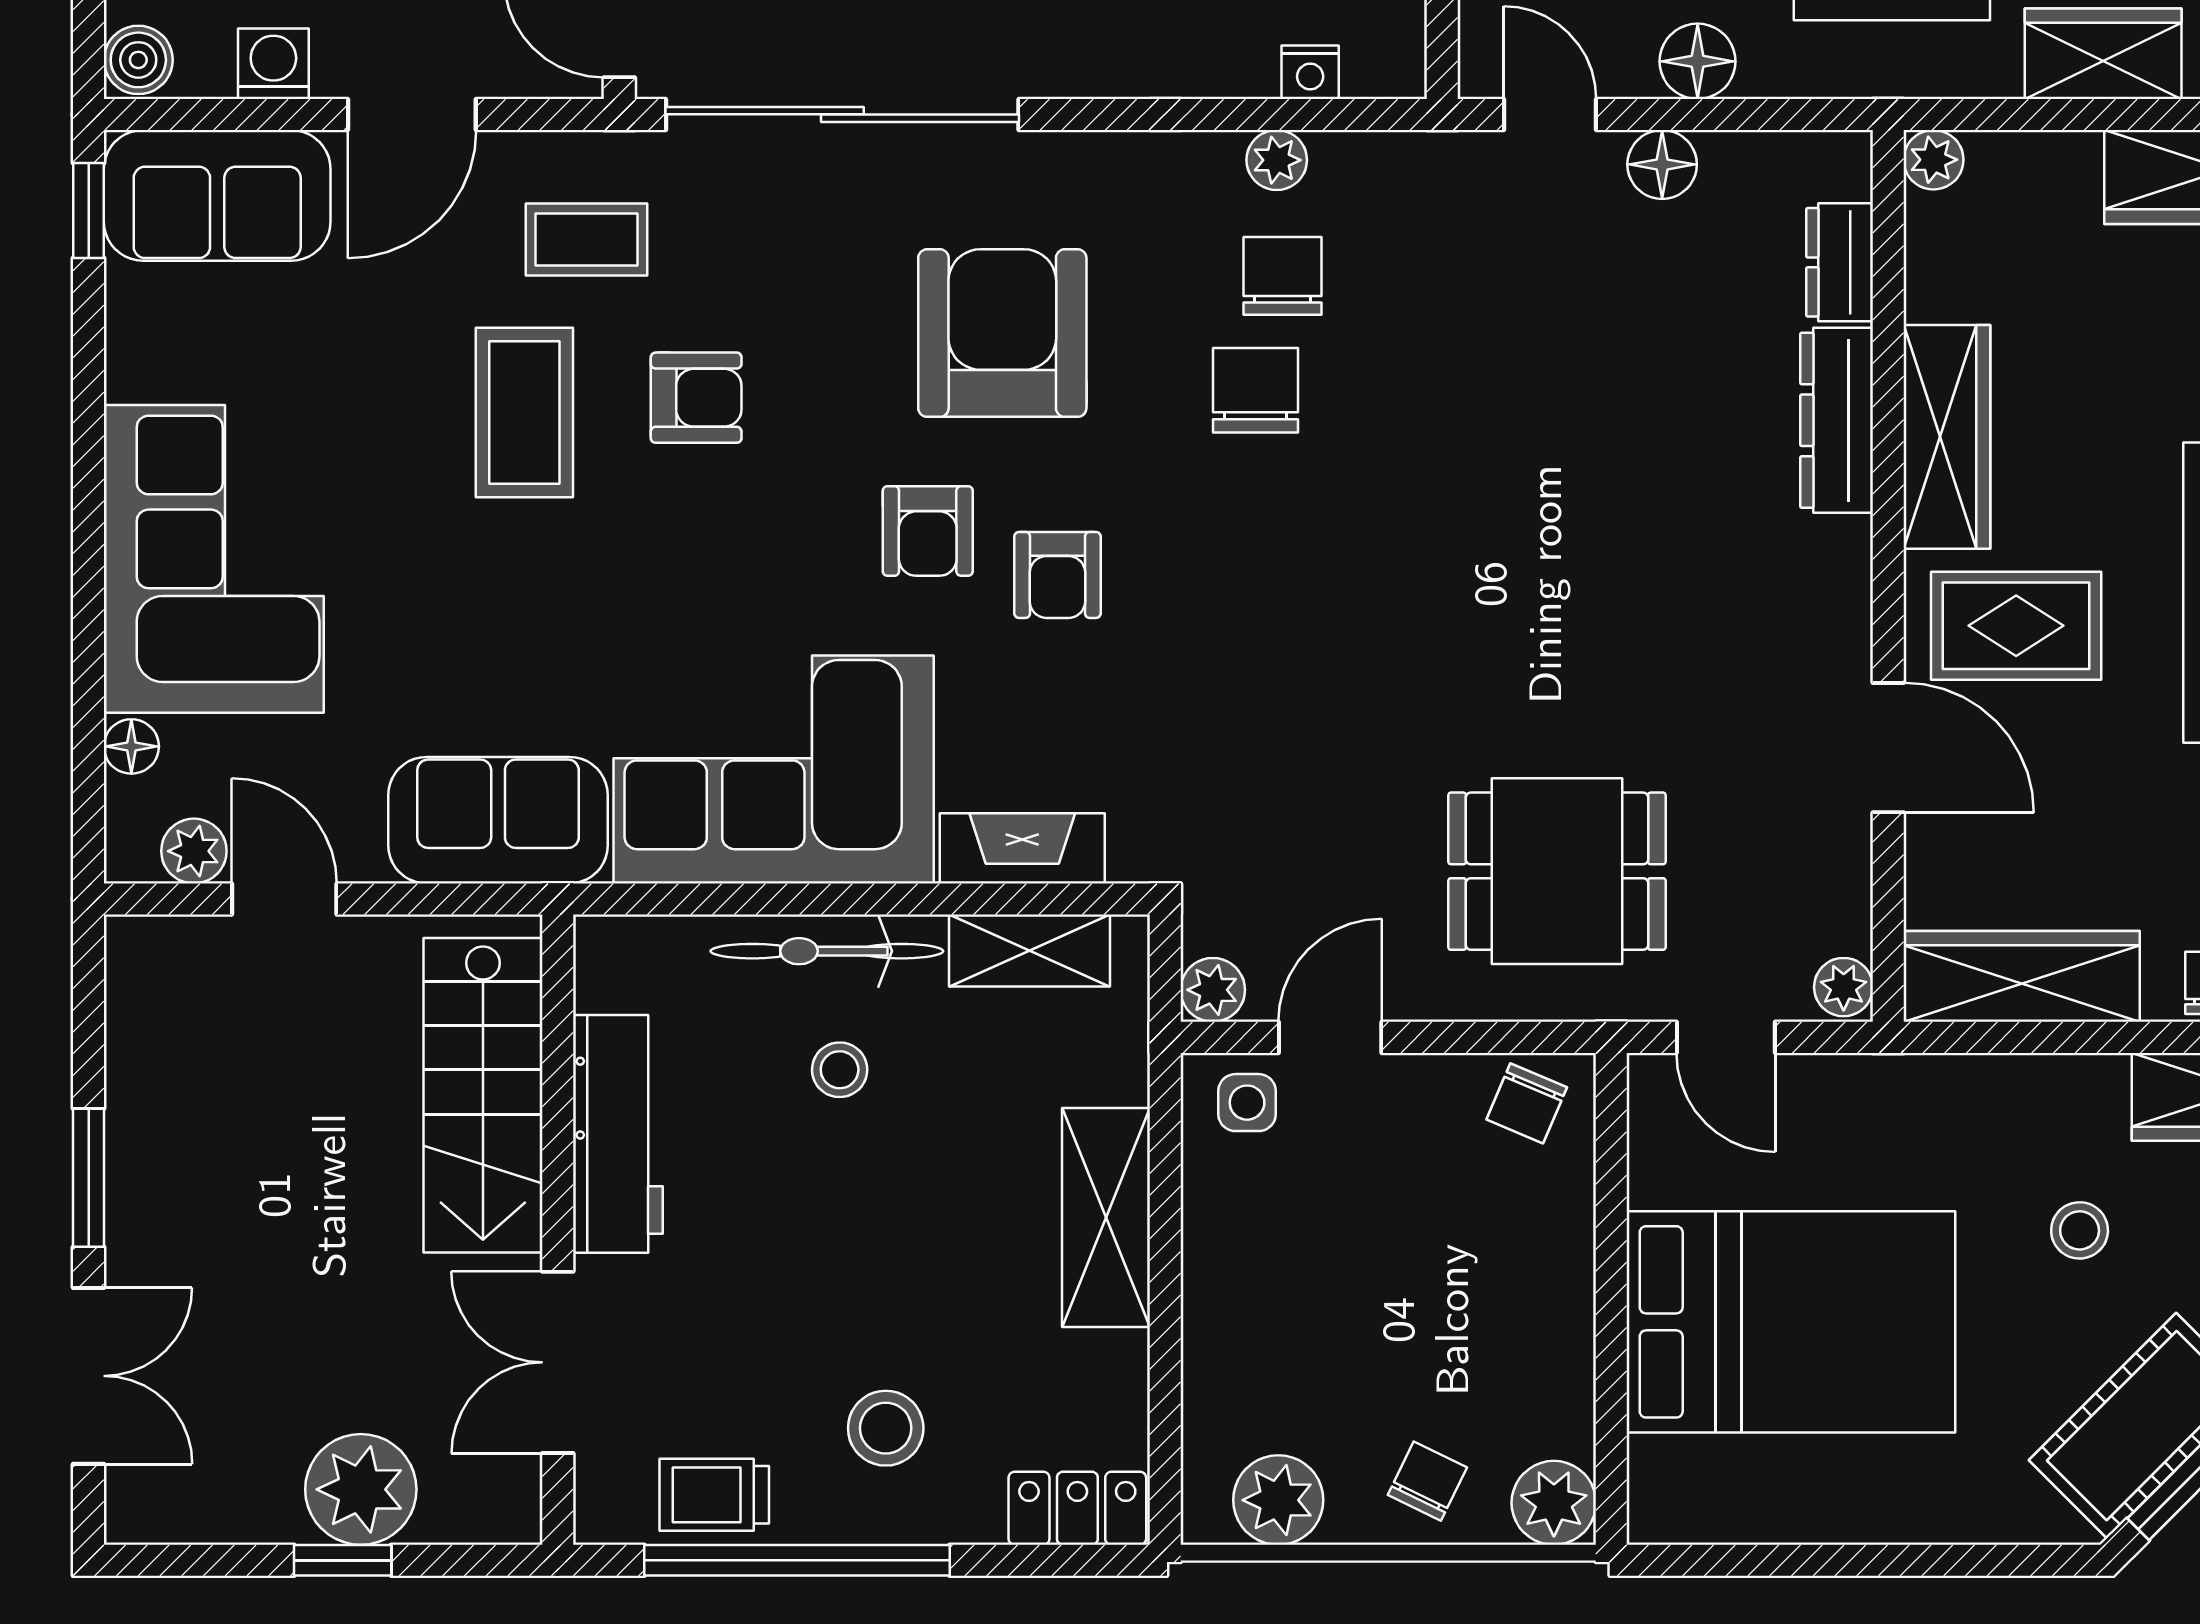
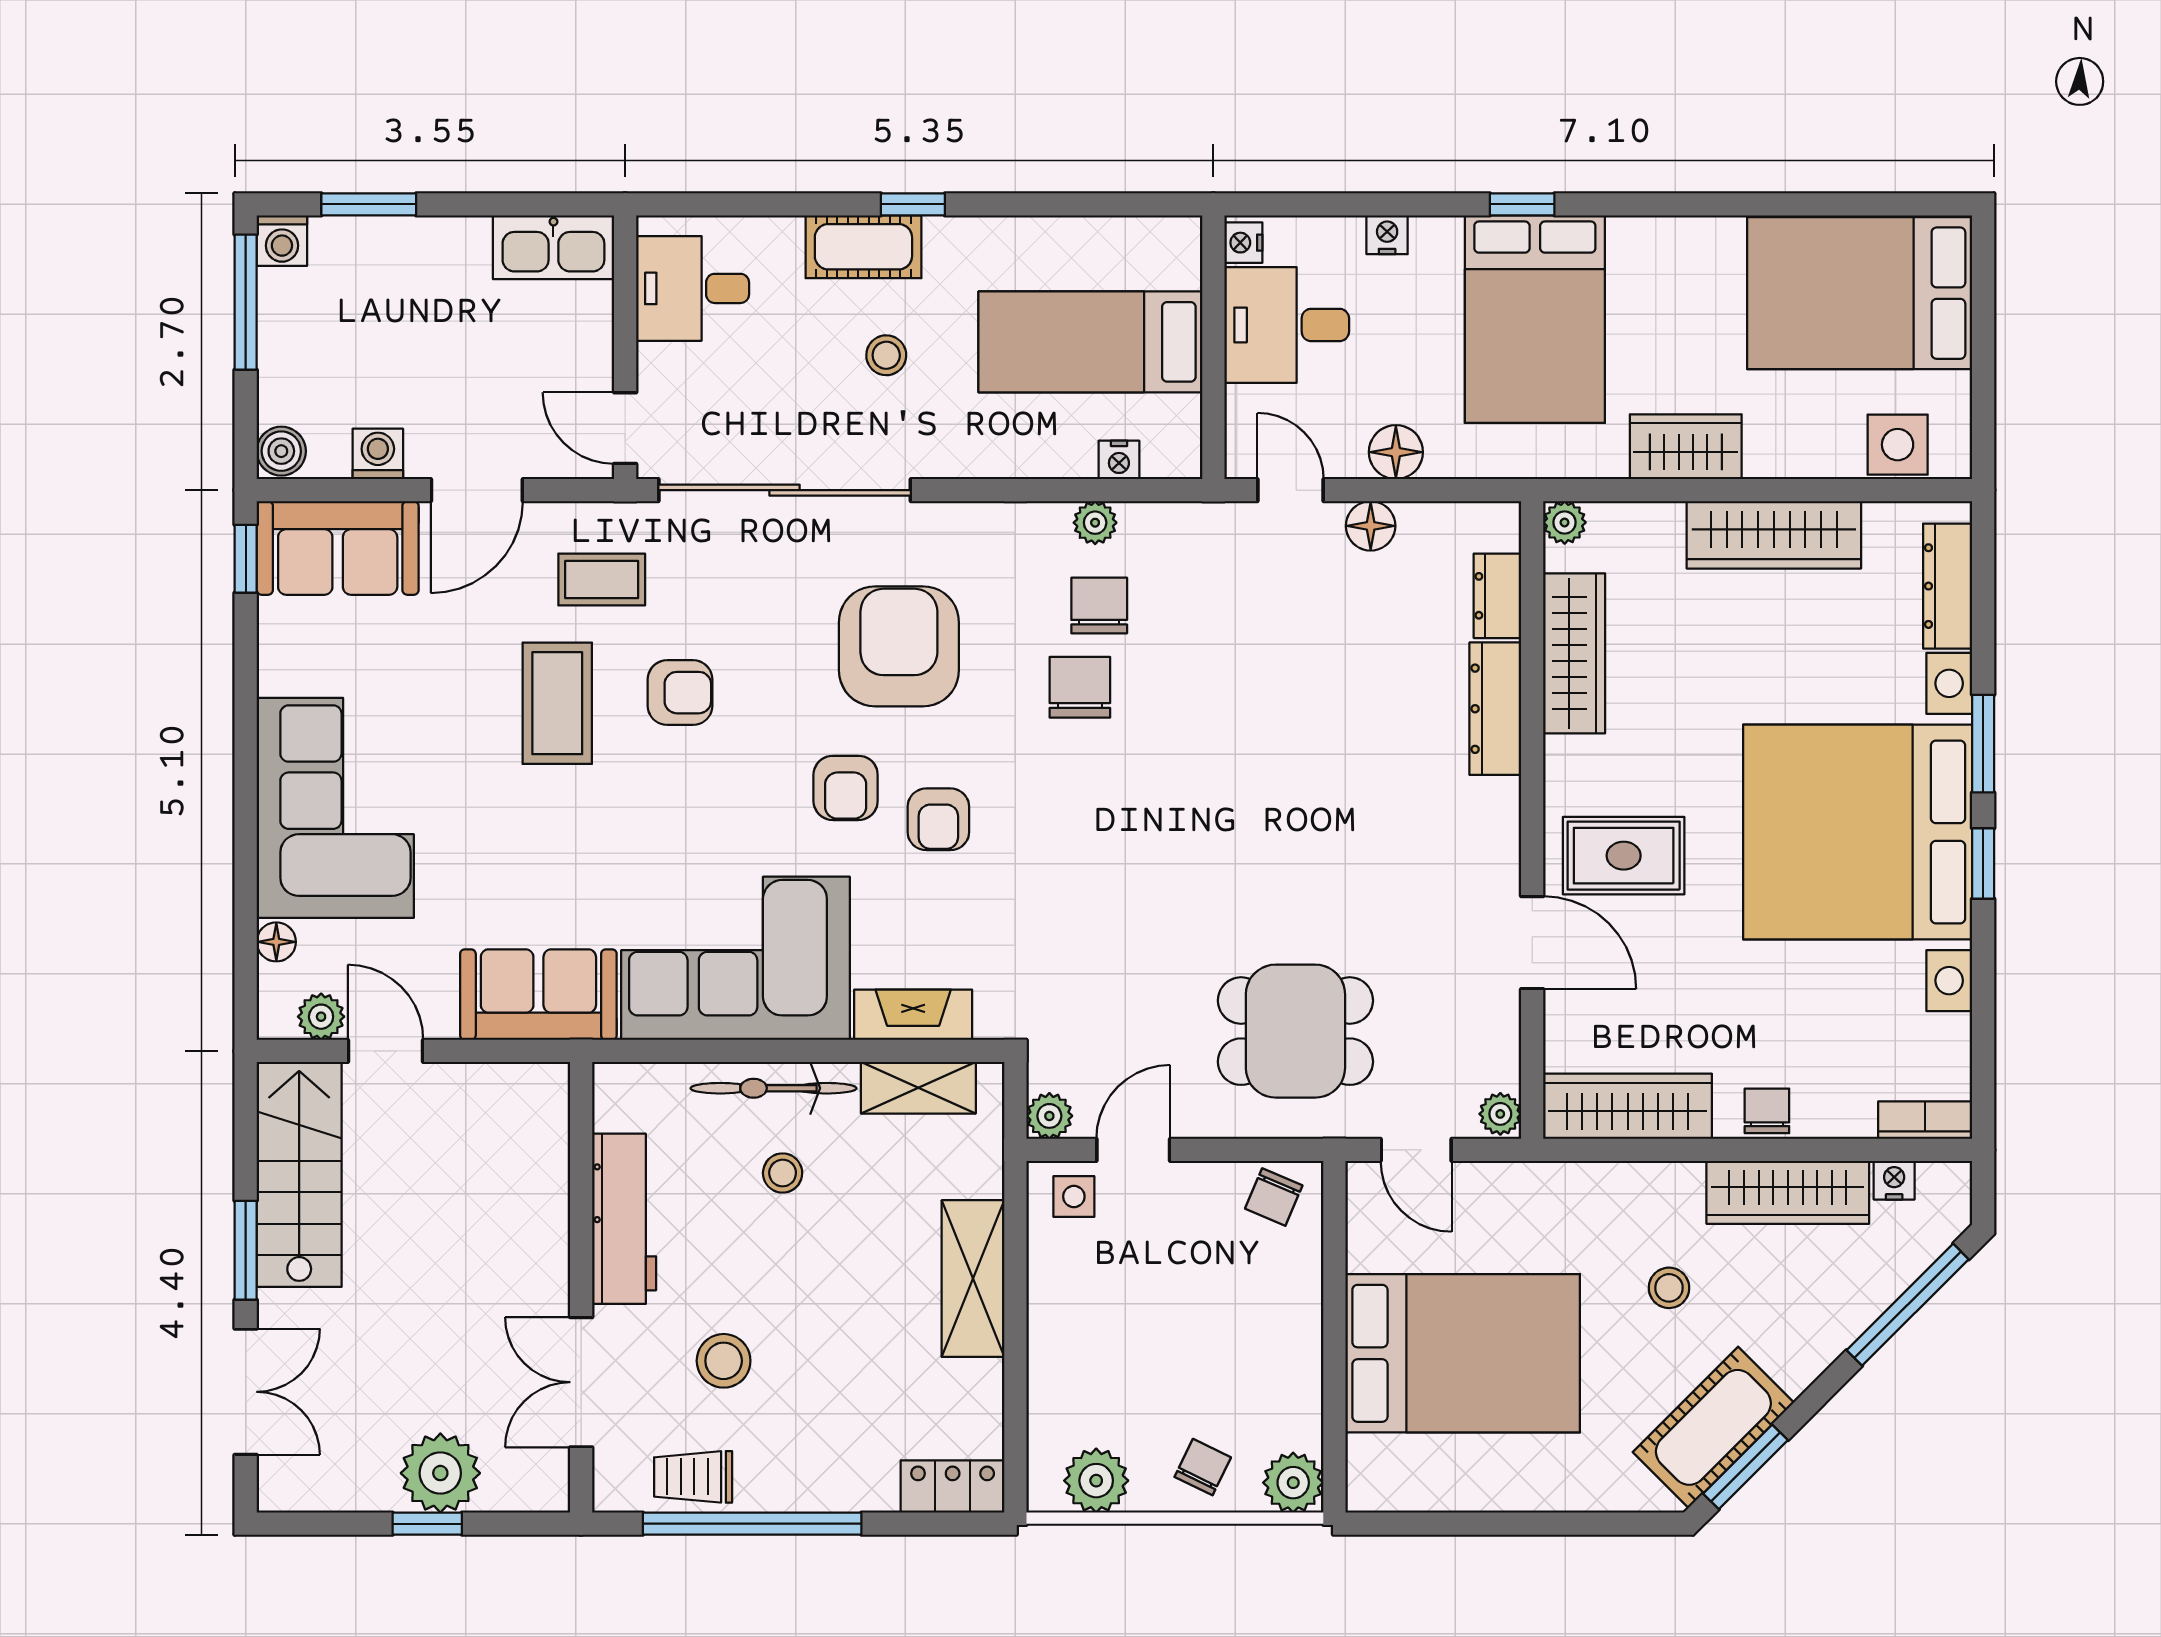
wardrobe: (1947, 437) -> (1574, 653), moved
stairs: (483, 1095) -> (299, 1174), moved, turned 180
stool: (886, 1428) -> (724, 1361), moved

